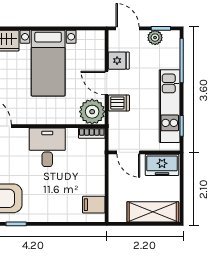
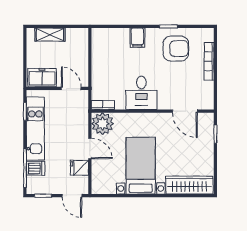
plant: (155, 38) -> (48, 188), removed
dishwasher: (119, 103) -> (36, 168), moved, turned 180
filing cabinet: (94, 205) -> (137, 38), moved, turned 90
shelving: (153, 212) -> (50, 35), width x0.67, depth x0.75

